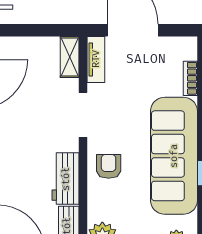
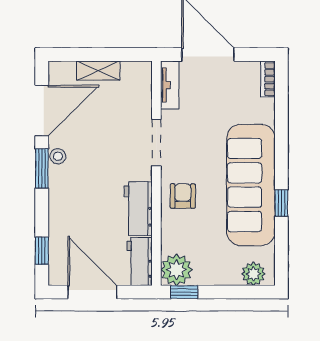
shelving: (70, 57) -> (98, 71), moved, turned 90
bookcase: (190, 78) -> (268, 79), moved

